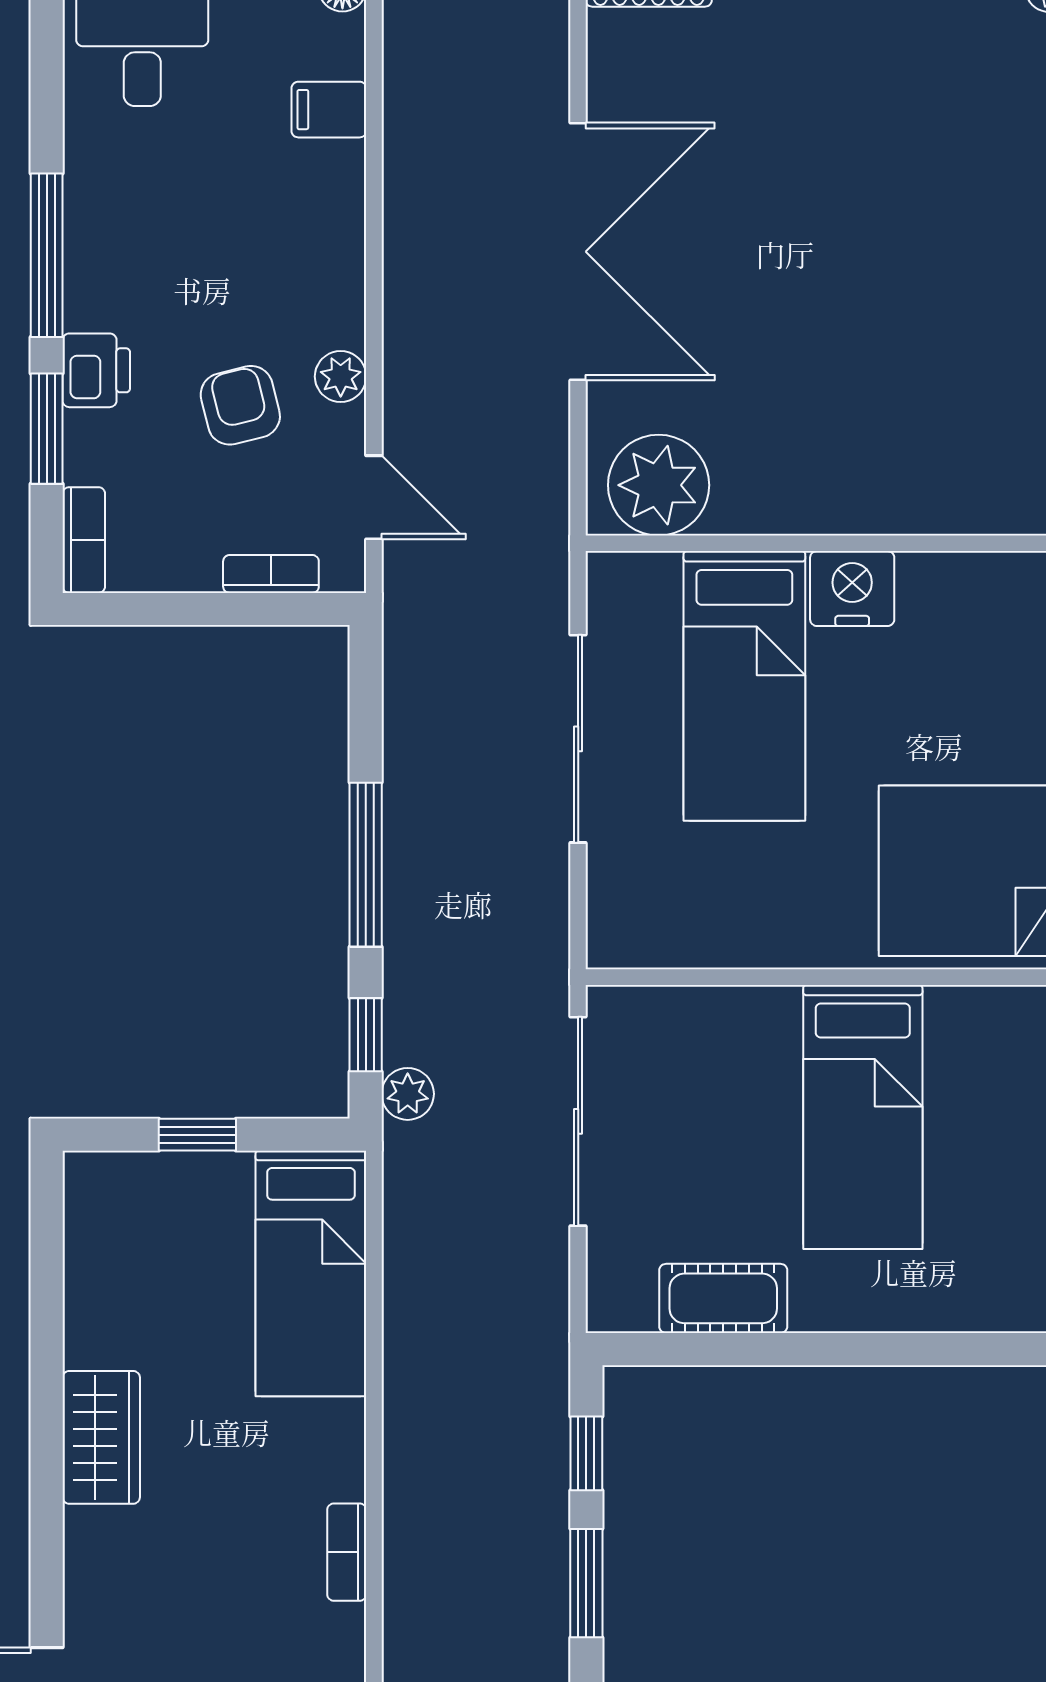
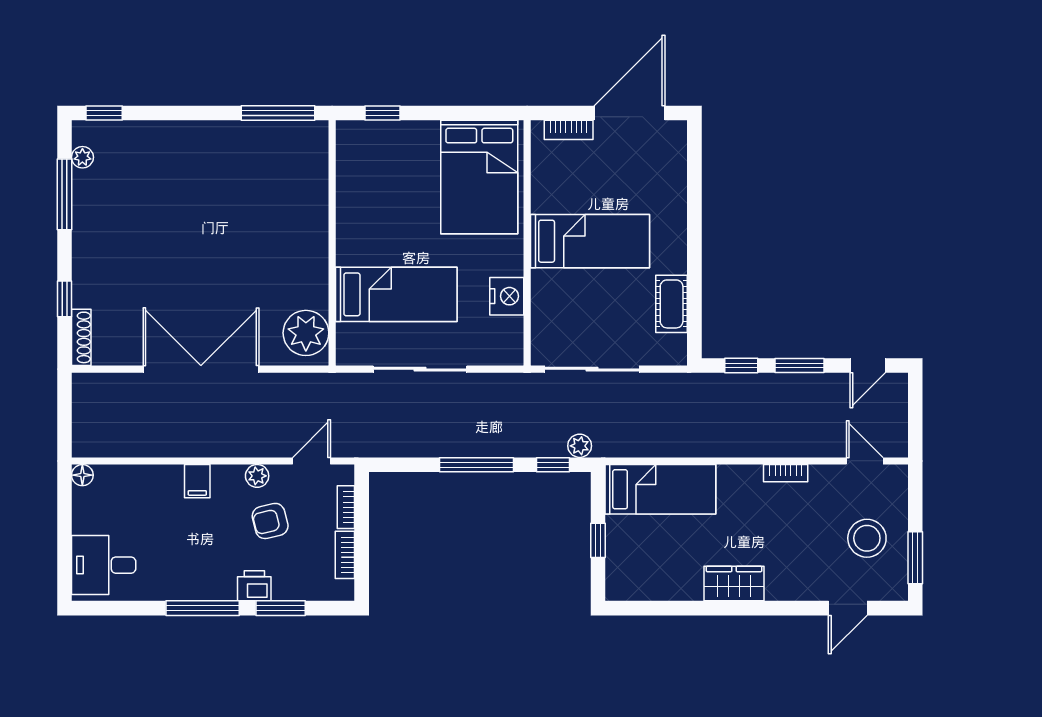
filing cabinet: (329, 110) -> (197, 481), moved
bookcase: (84, 540) -> (345, 555), moved, turned -90
nightstand: (852, 589) -> (507, 296), moved, turned 180

